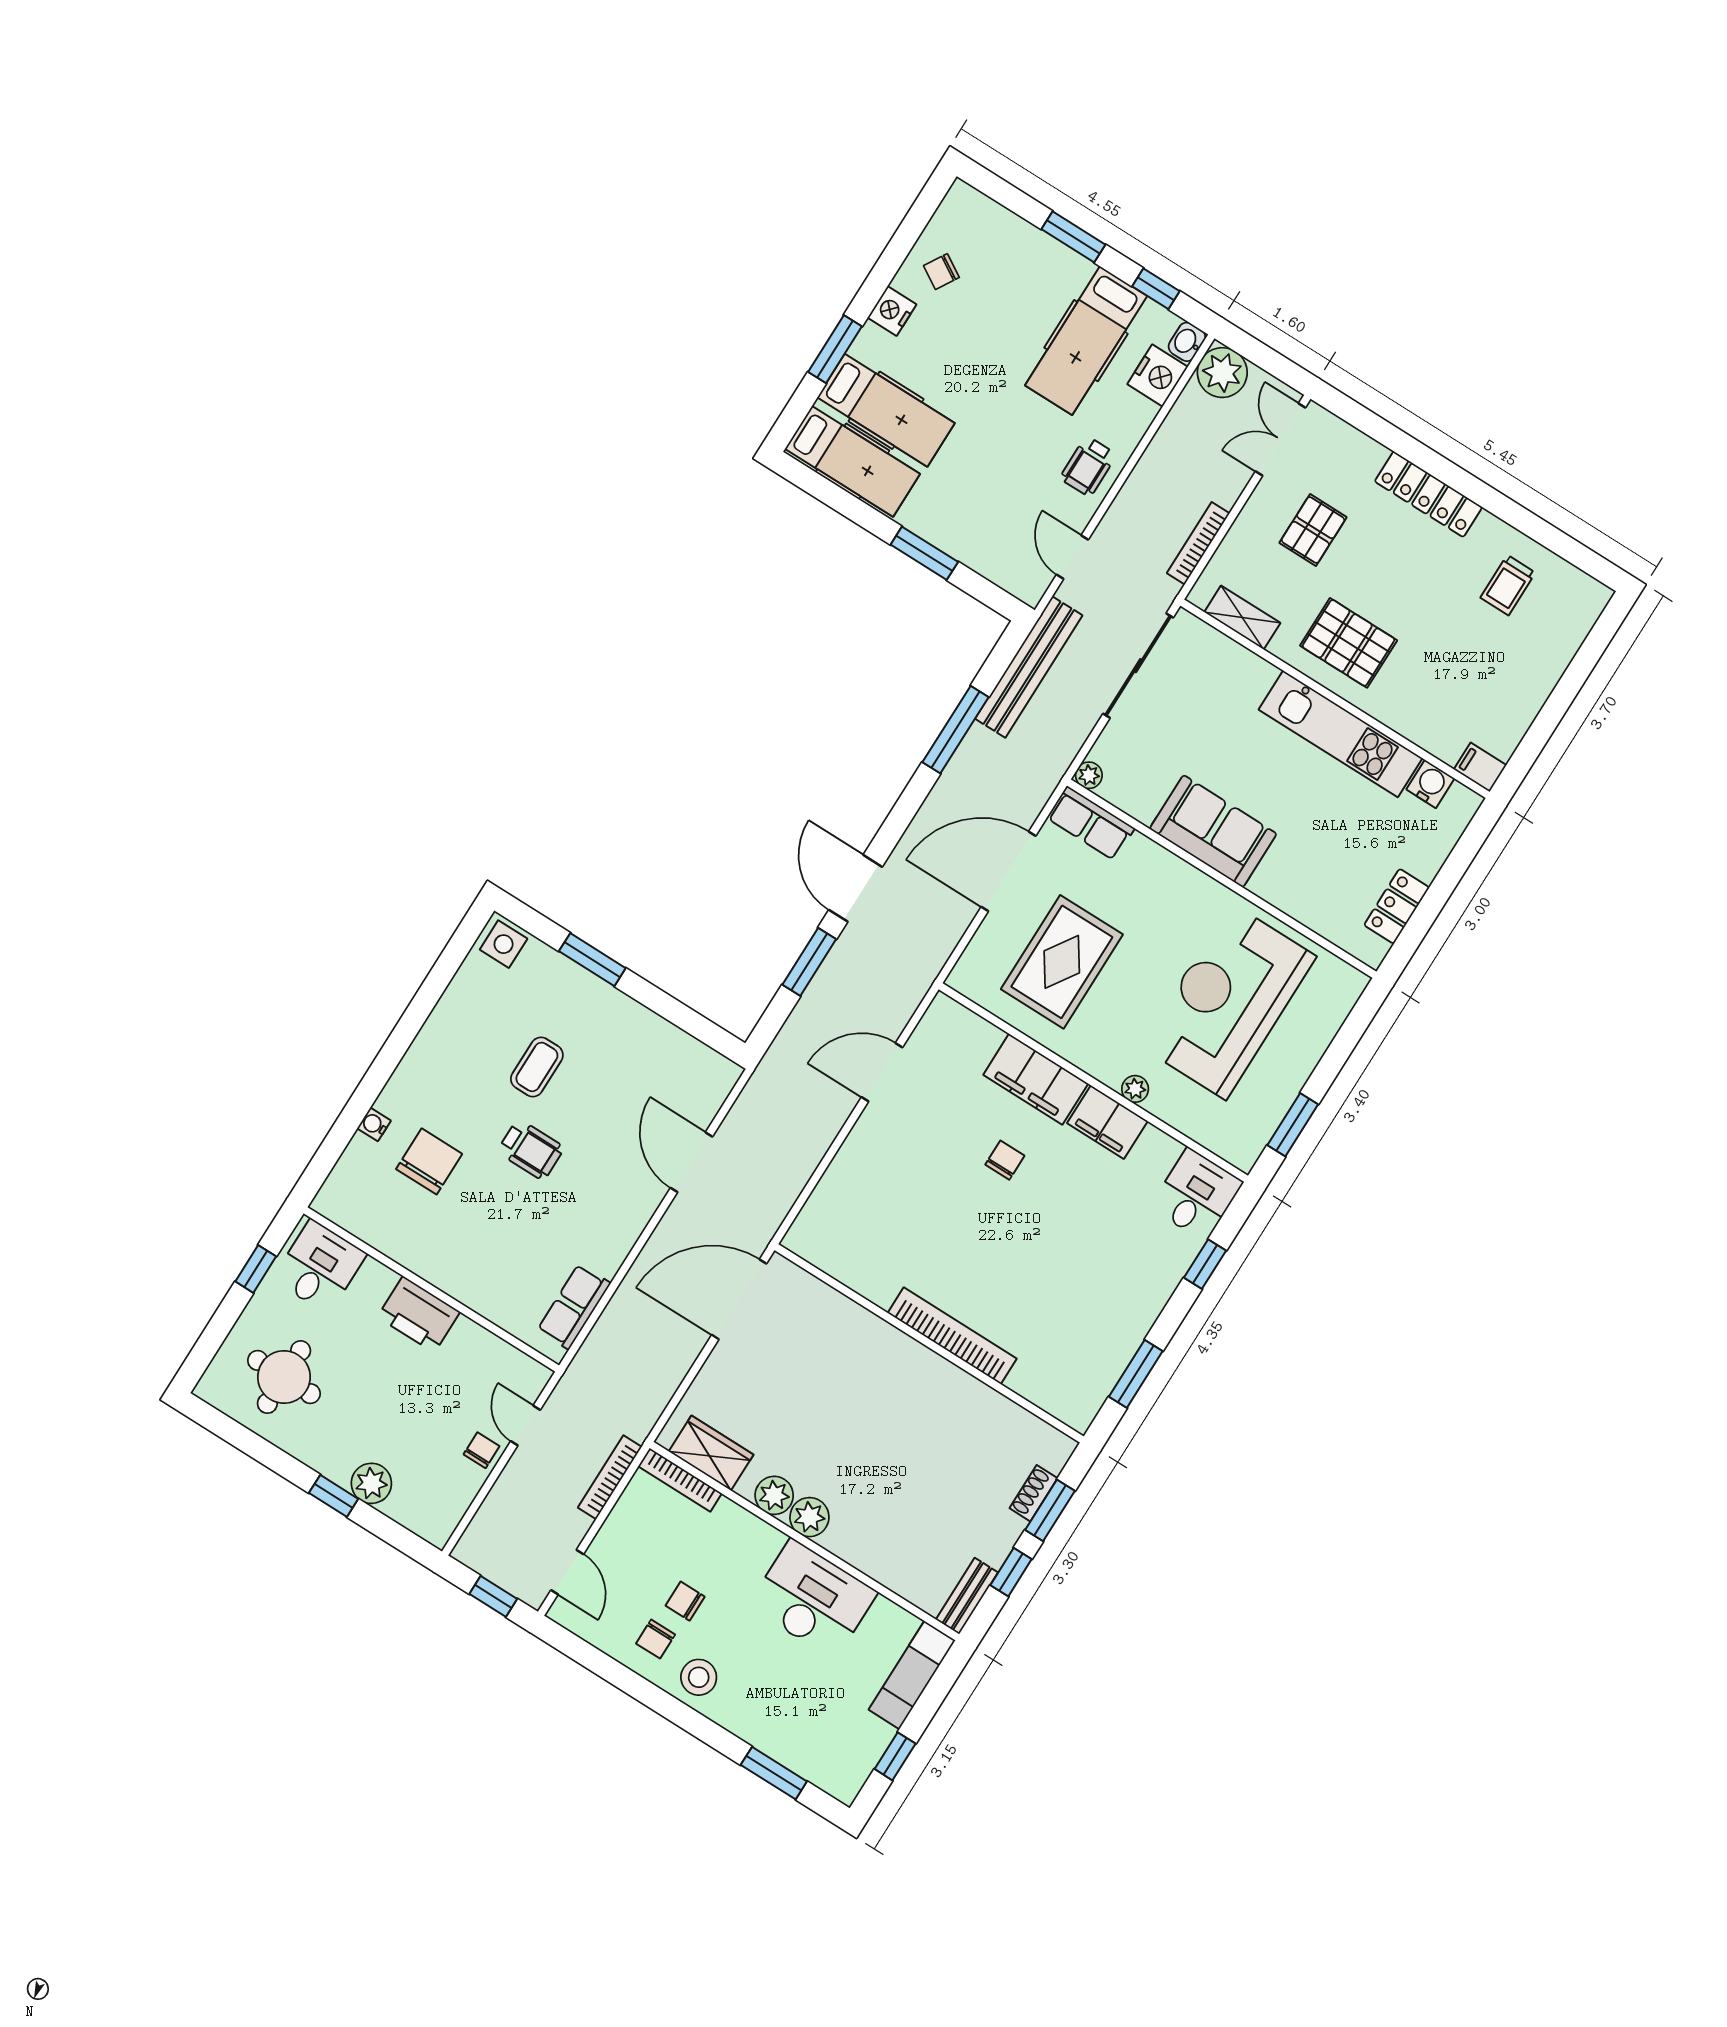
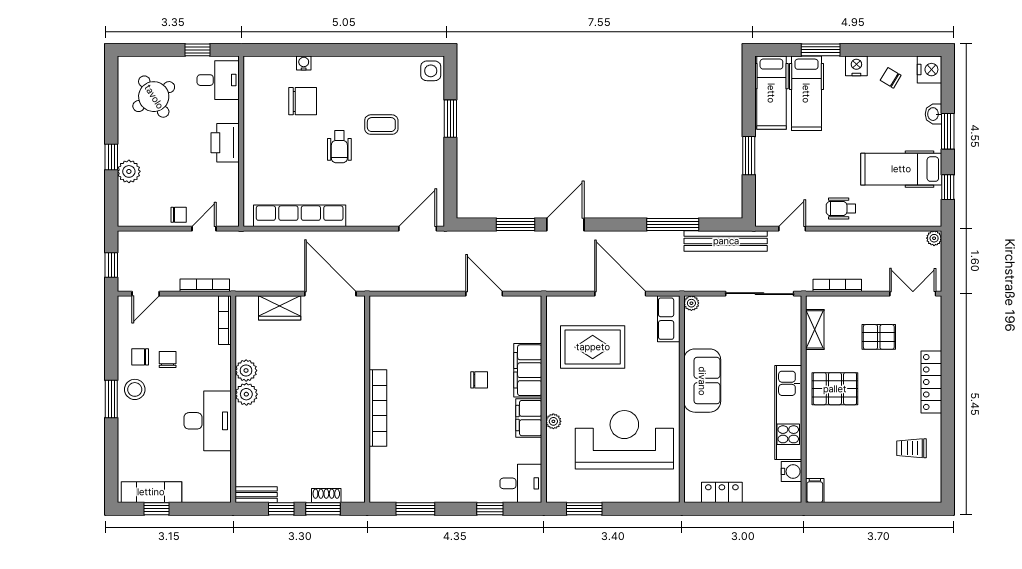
washbasin: (1187, 342) -> (933, 114), moved, turned -90
plant: (1222, 373) -> (934, 238), width x0.53, depth x0.53
nightstand: (1158, 376) -> (930, 70), moved, turned -90
pallet: (1349, 643) -> (835, 389), turned 90
door: (691, 1162) -> (418, 229), moved
row of seats: (574, 1307) -> (300, 216), width x2.02
round table: (284, 1377) -> (154, 97), turned -32
wardrobe: (711, 1453) -> (280, 308), moved, turned 90
exam couch: (912, 1675) -> (151, 492), moved
window: (774, 1773) -> (111, 399), moved

